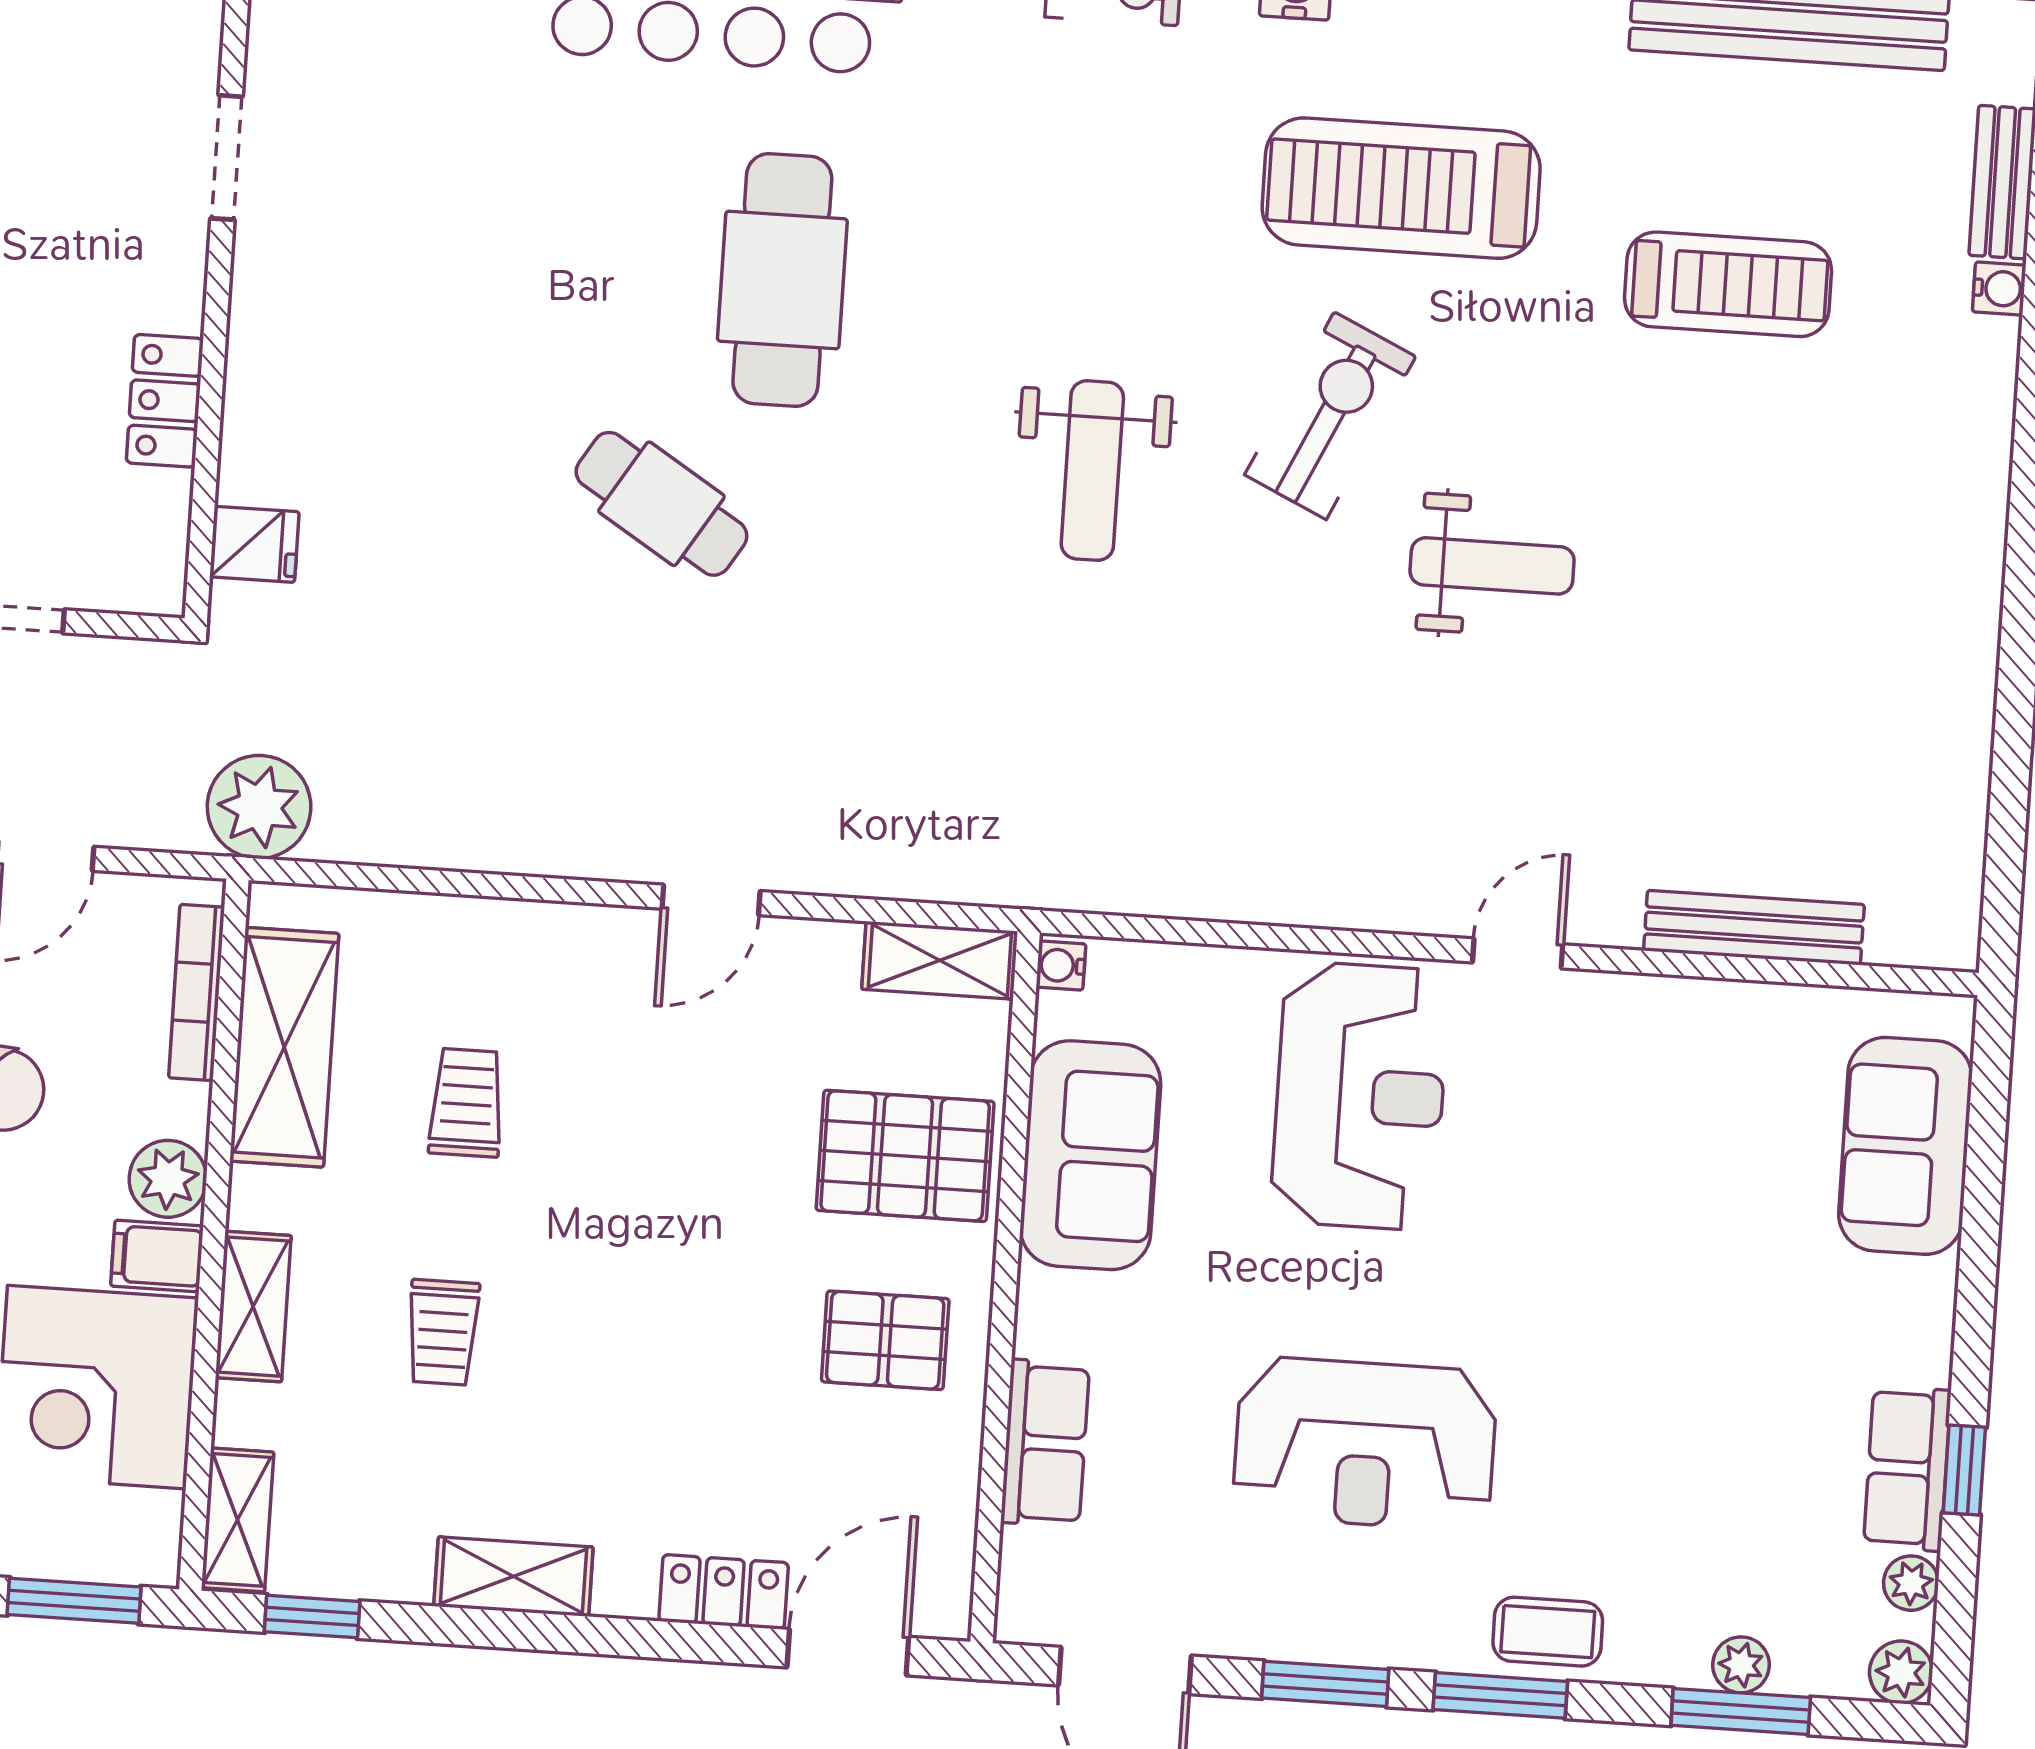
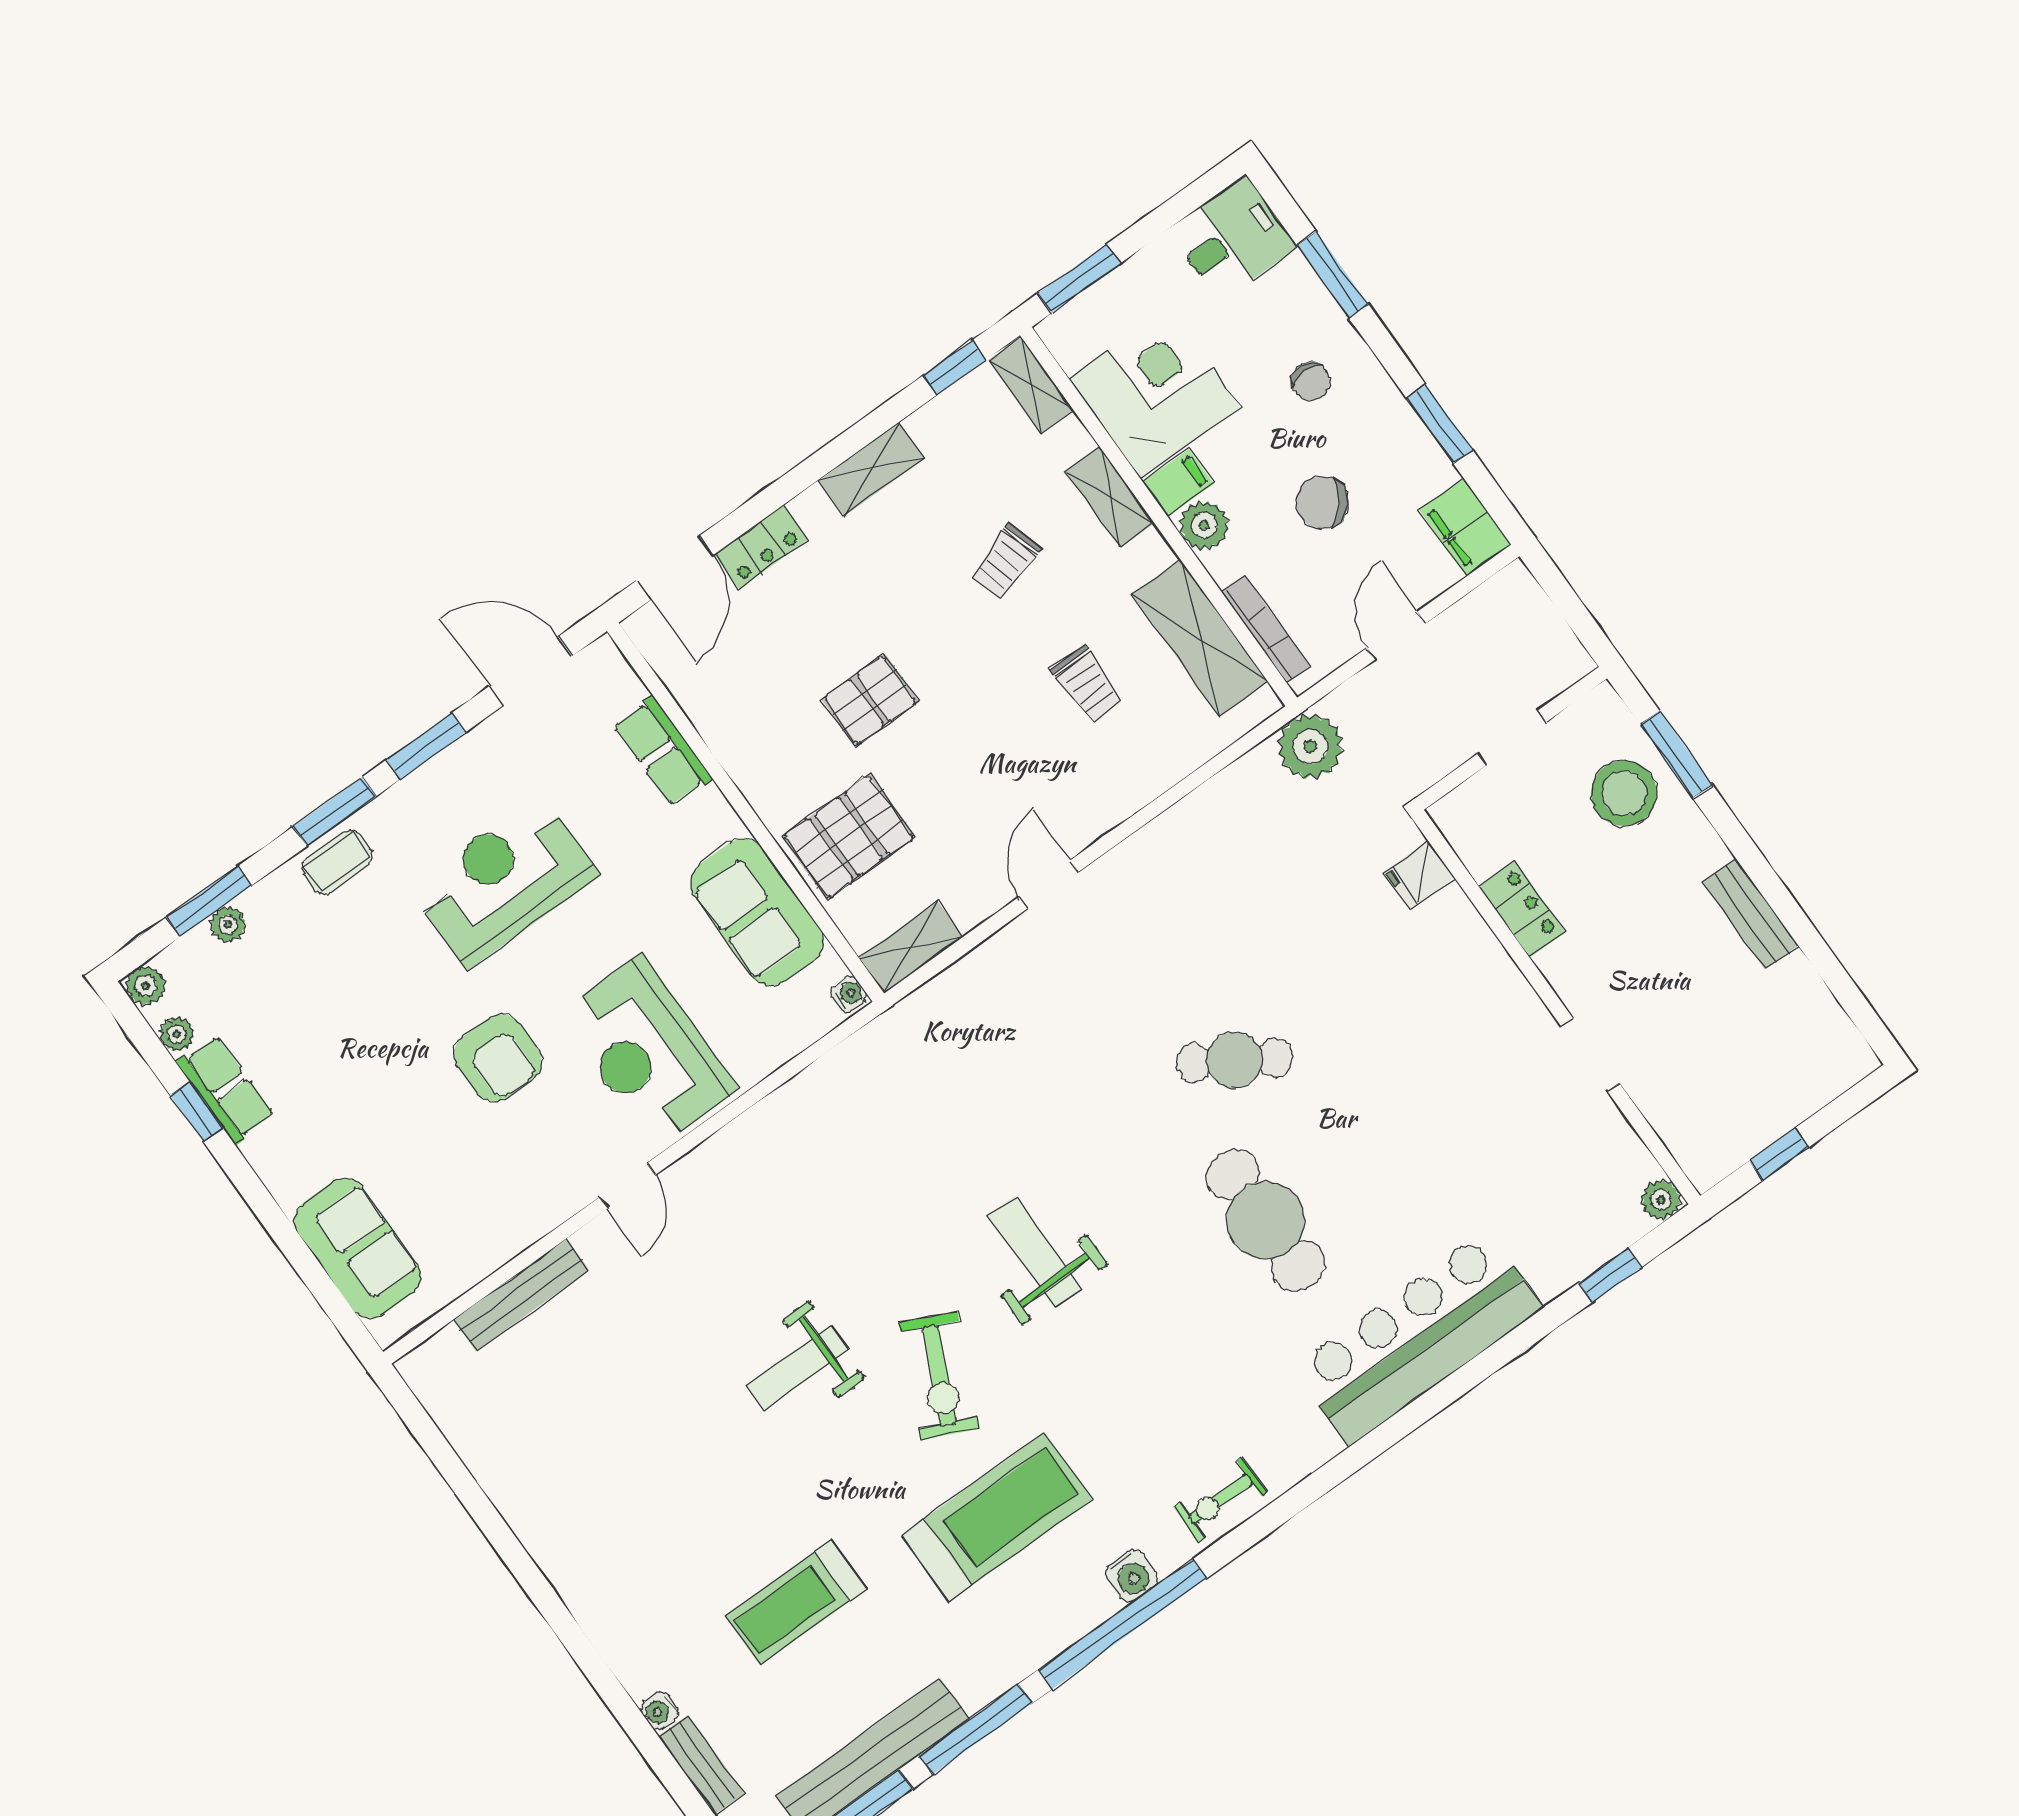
armchair: (1548, 1236) -> (498, 1058), added
trolley: (443, 1332) -> (1006, 561), turned -107
pallet: (885, 1340) -> (870, 700), moved

